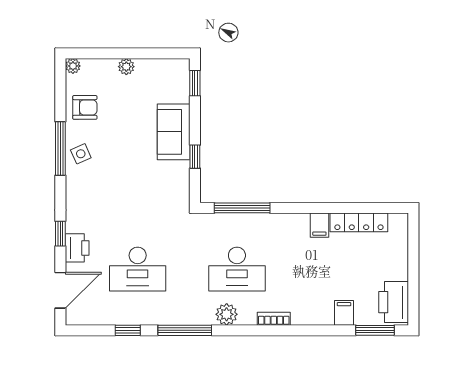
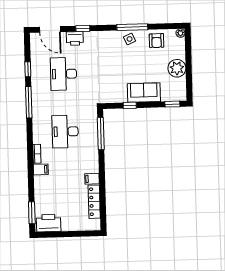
plant: (126, 67) -> (177, 68), width x1.87, depth x1.87
filing cabinet: (344, 313) -> (41, 169), moved
plant: (227, 314) -> (39, 126), removed

